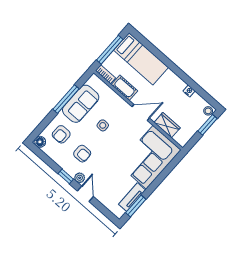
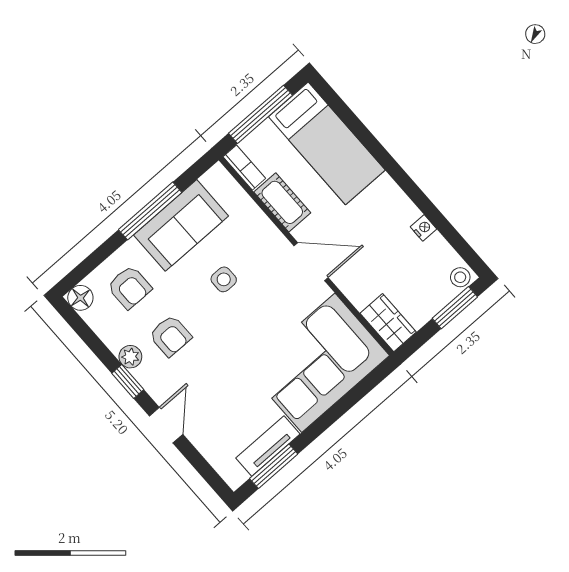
wardrobe: (167, 125) -> (388, 323), moved
armchair: (61, 134) -> (130, 287), turned -90
plant: (80, 178) -> (130, 357), moved

